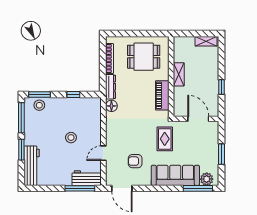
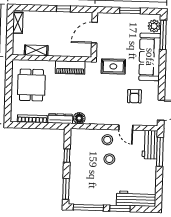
shelving: (179, 74) -> (36, 50), moved
stool: (39, 105) -> (107, 140), moved

